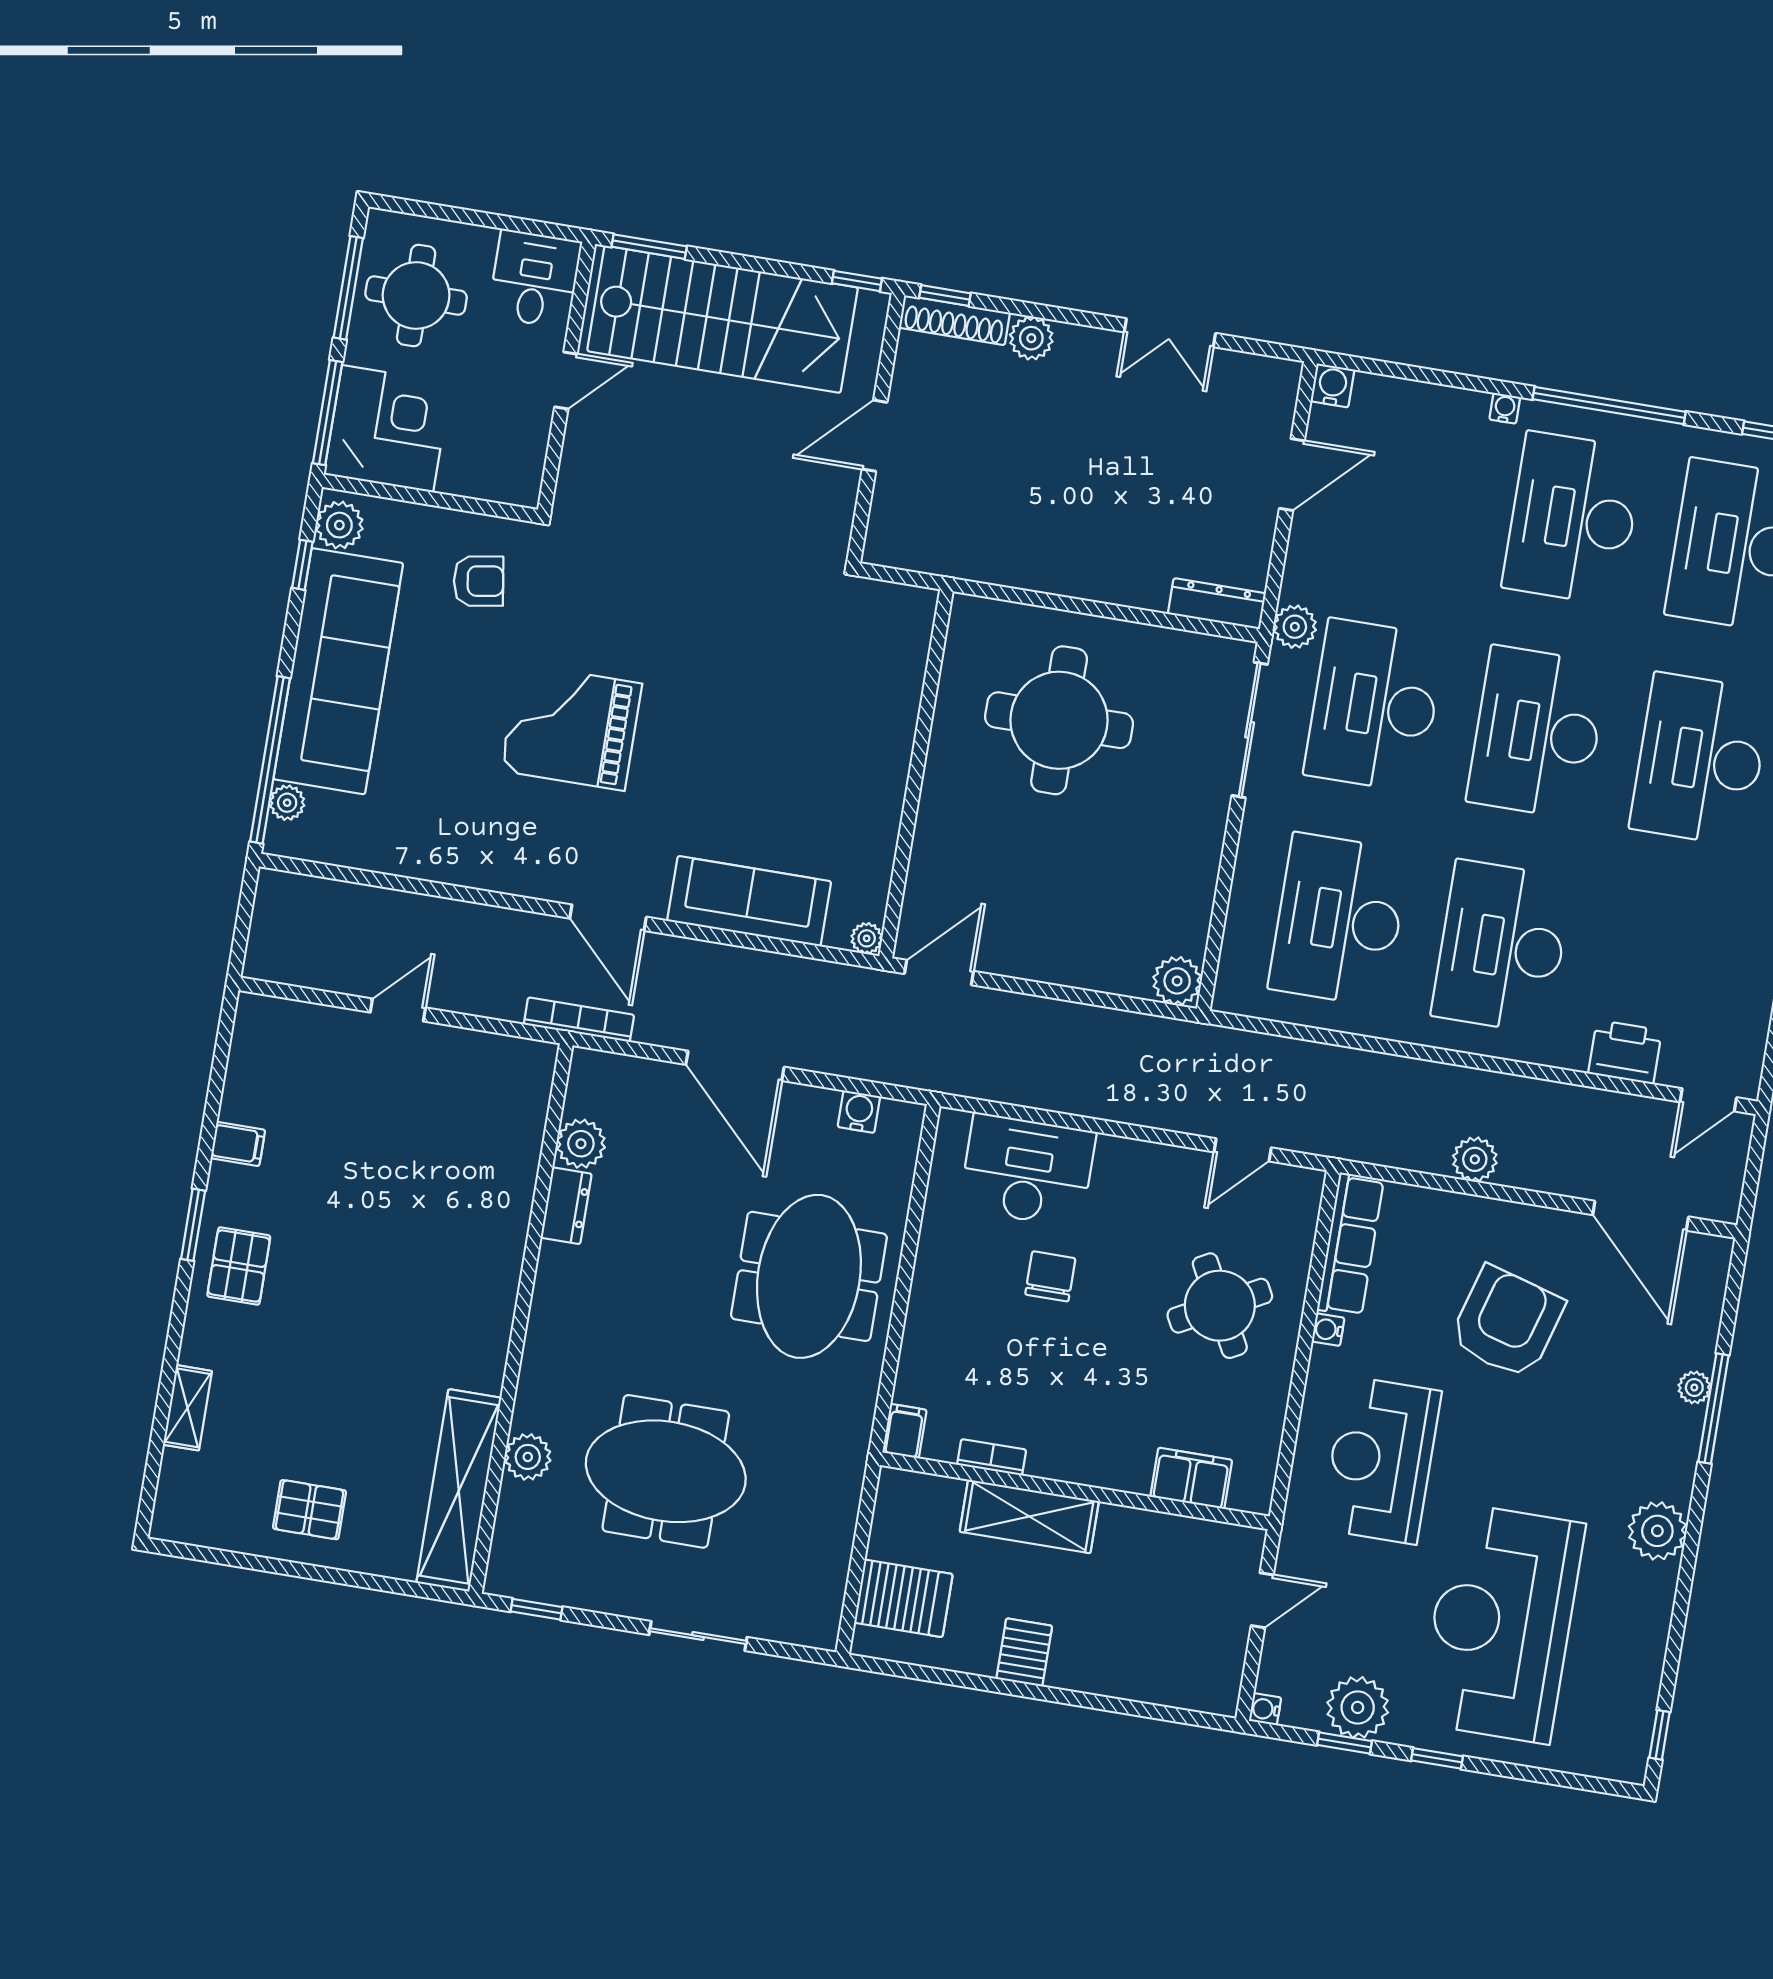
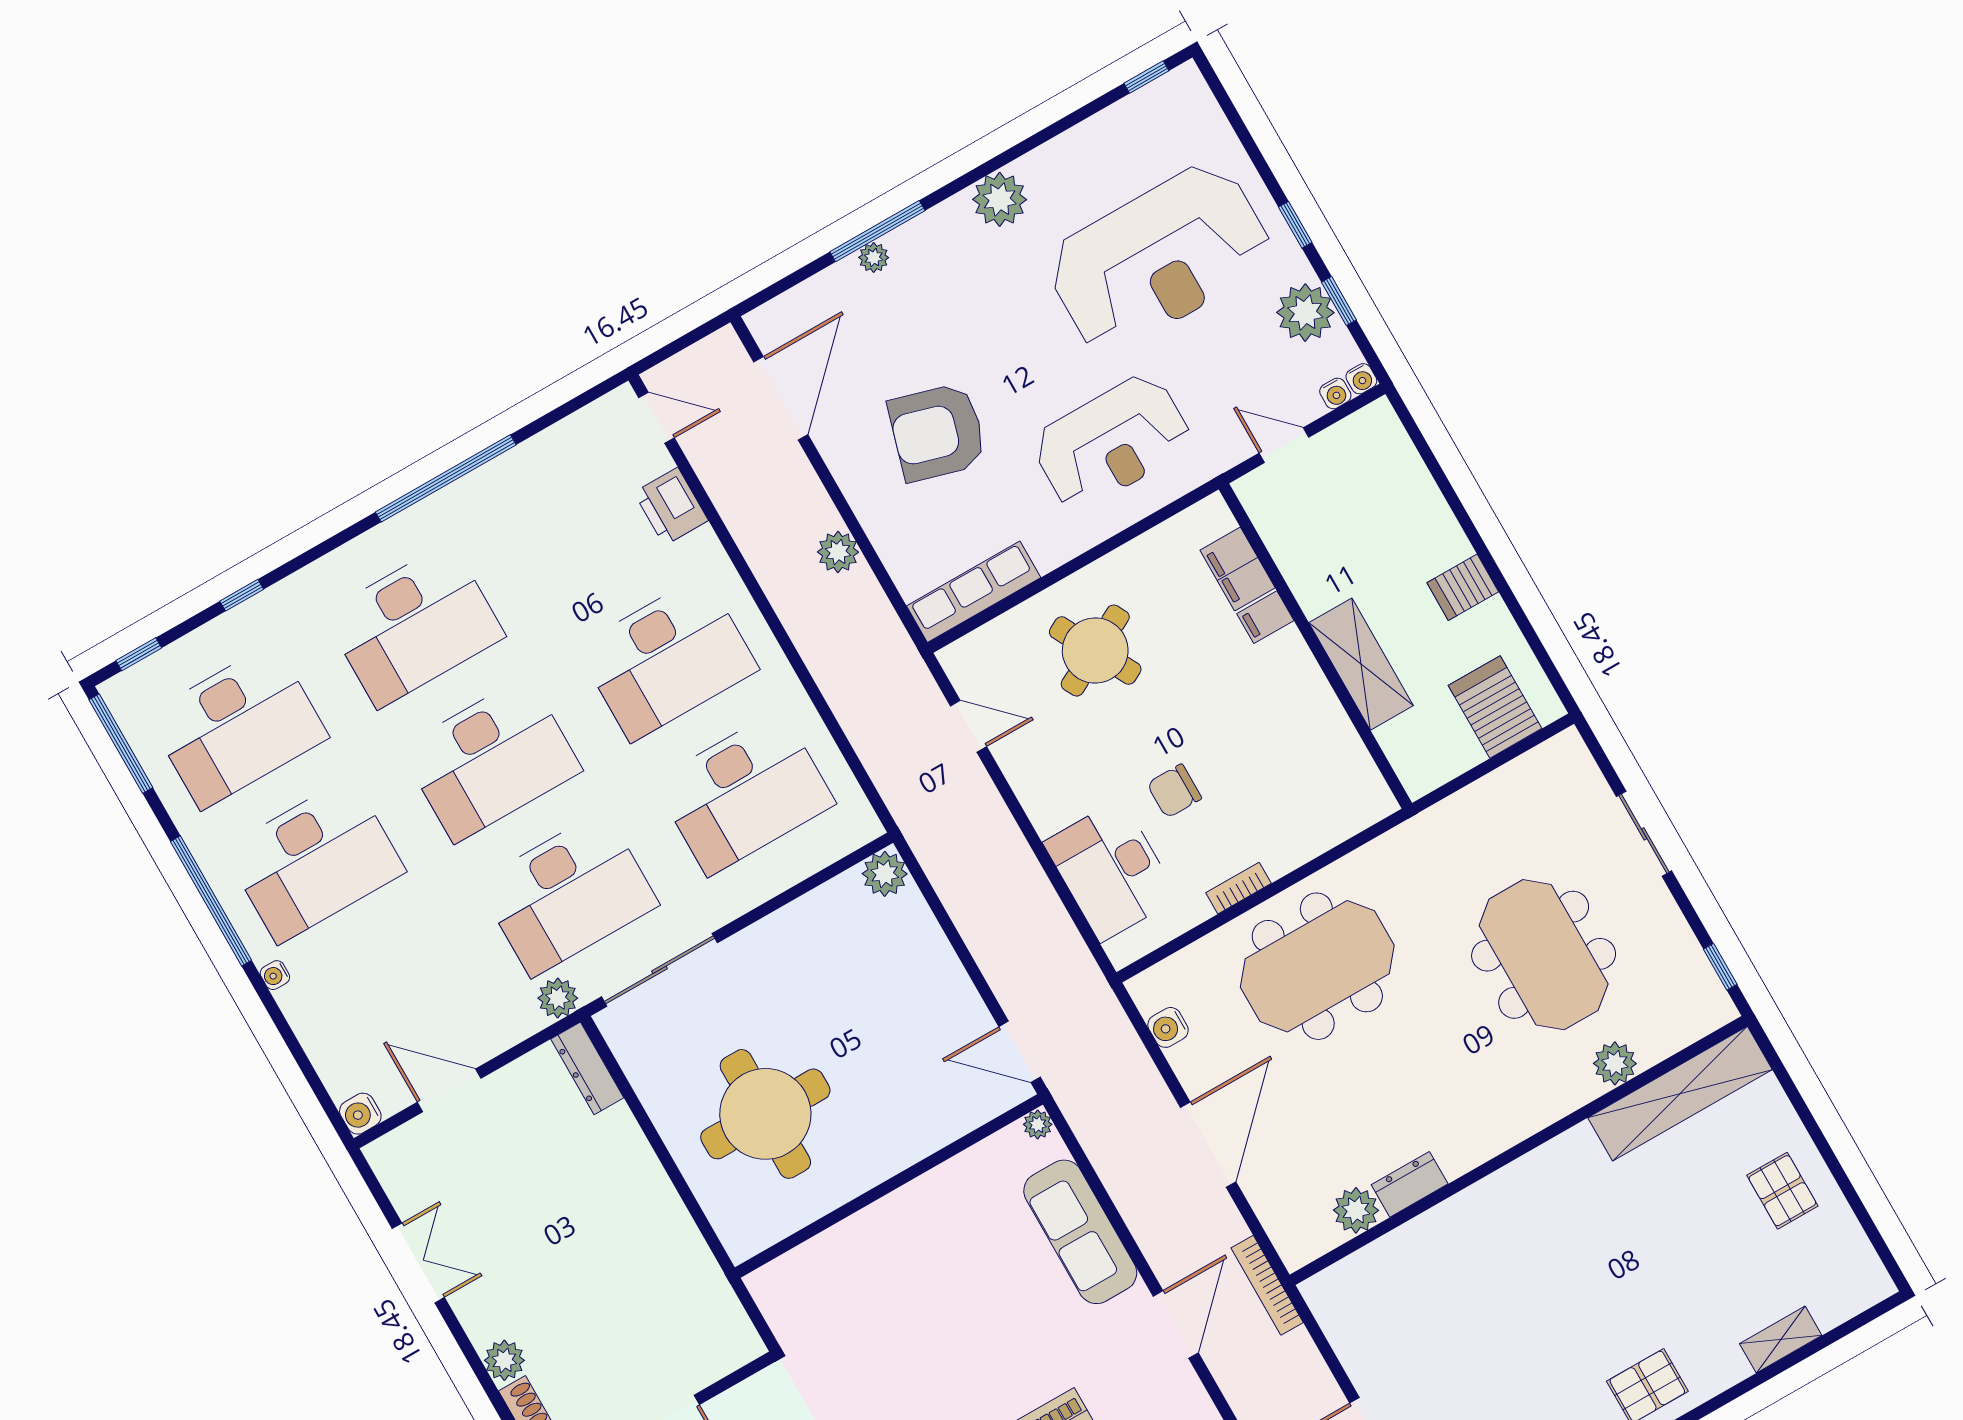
water cooler: (1328, 1330) -> (1335, 393), moved
filing cabinet: (904, 1431) -> (1265, 617), moved
bookcase: (992, 1457) -> (1238, 888), moved, turned 90

